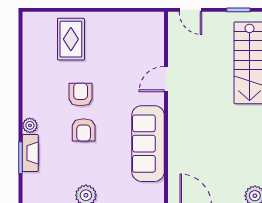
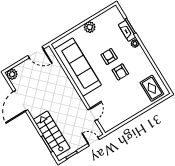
rug: (71, 39) -> (152, 88), moved
door: (166, 79) -> (93, 115), moved
sofa: (148, 144) -> (78, 67), width x1.36, depth x1.27

